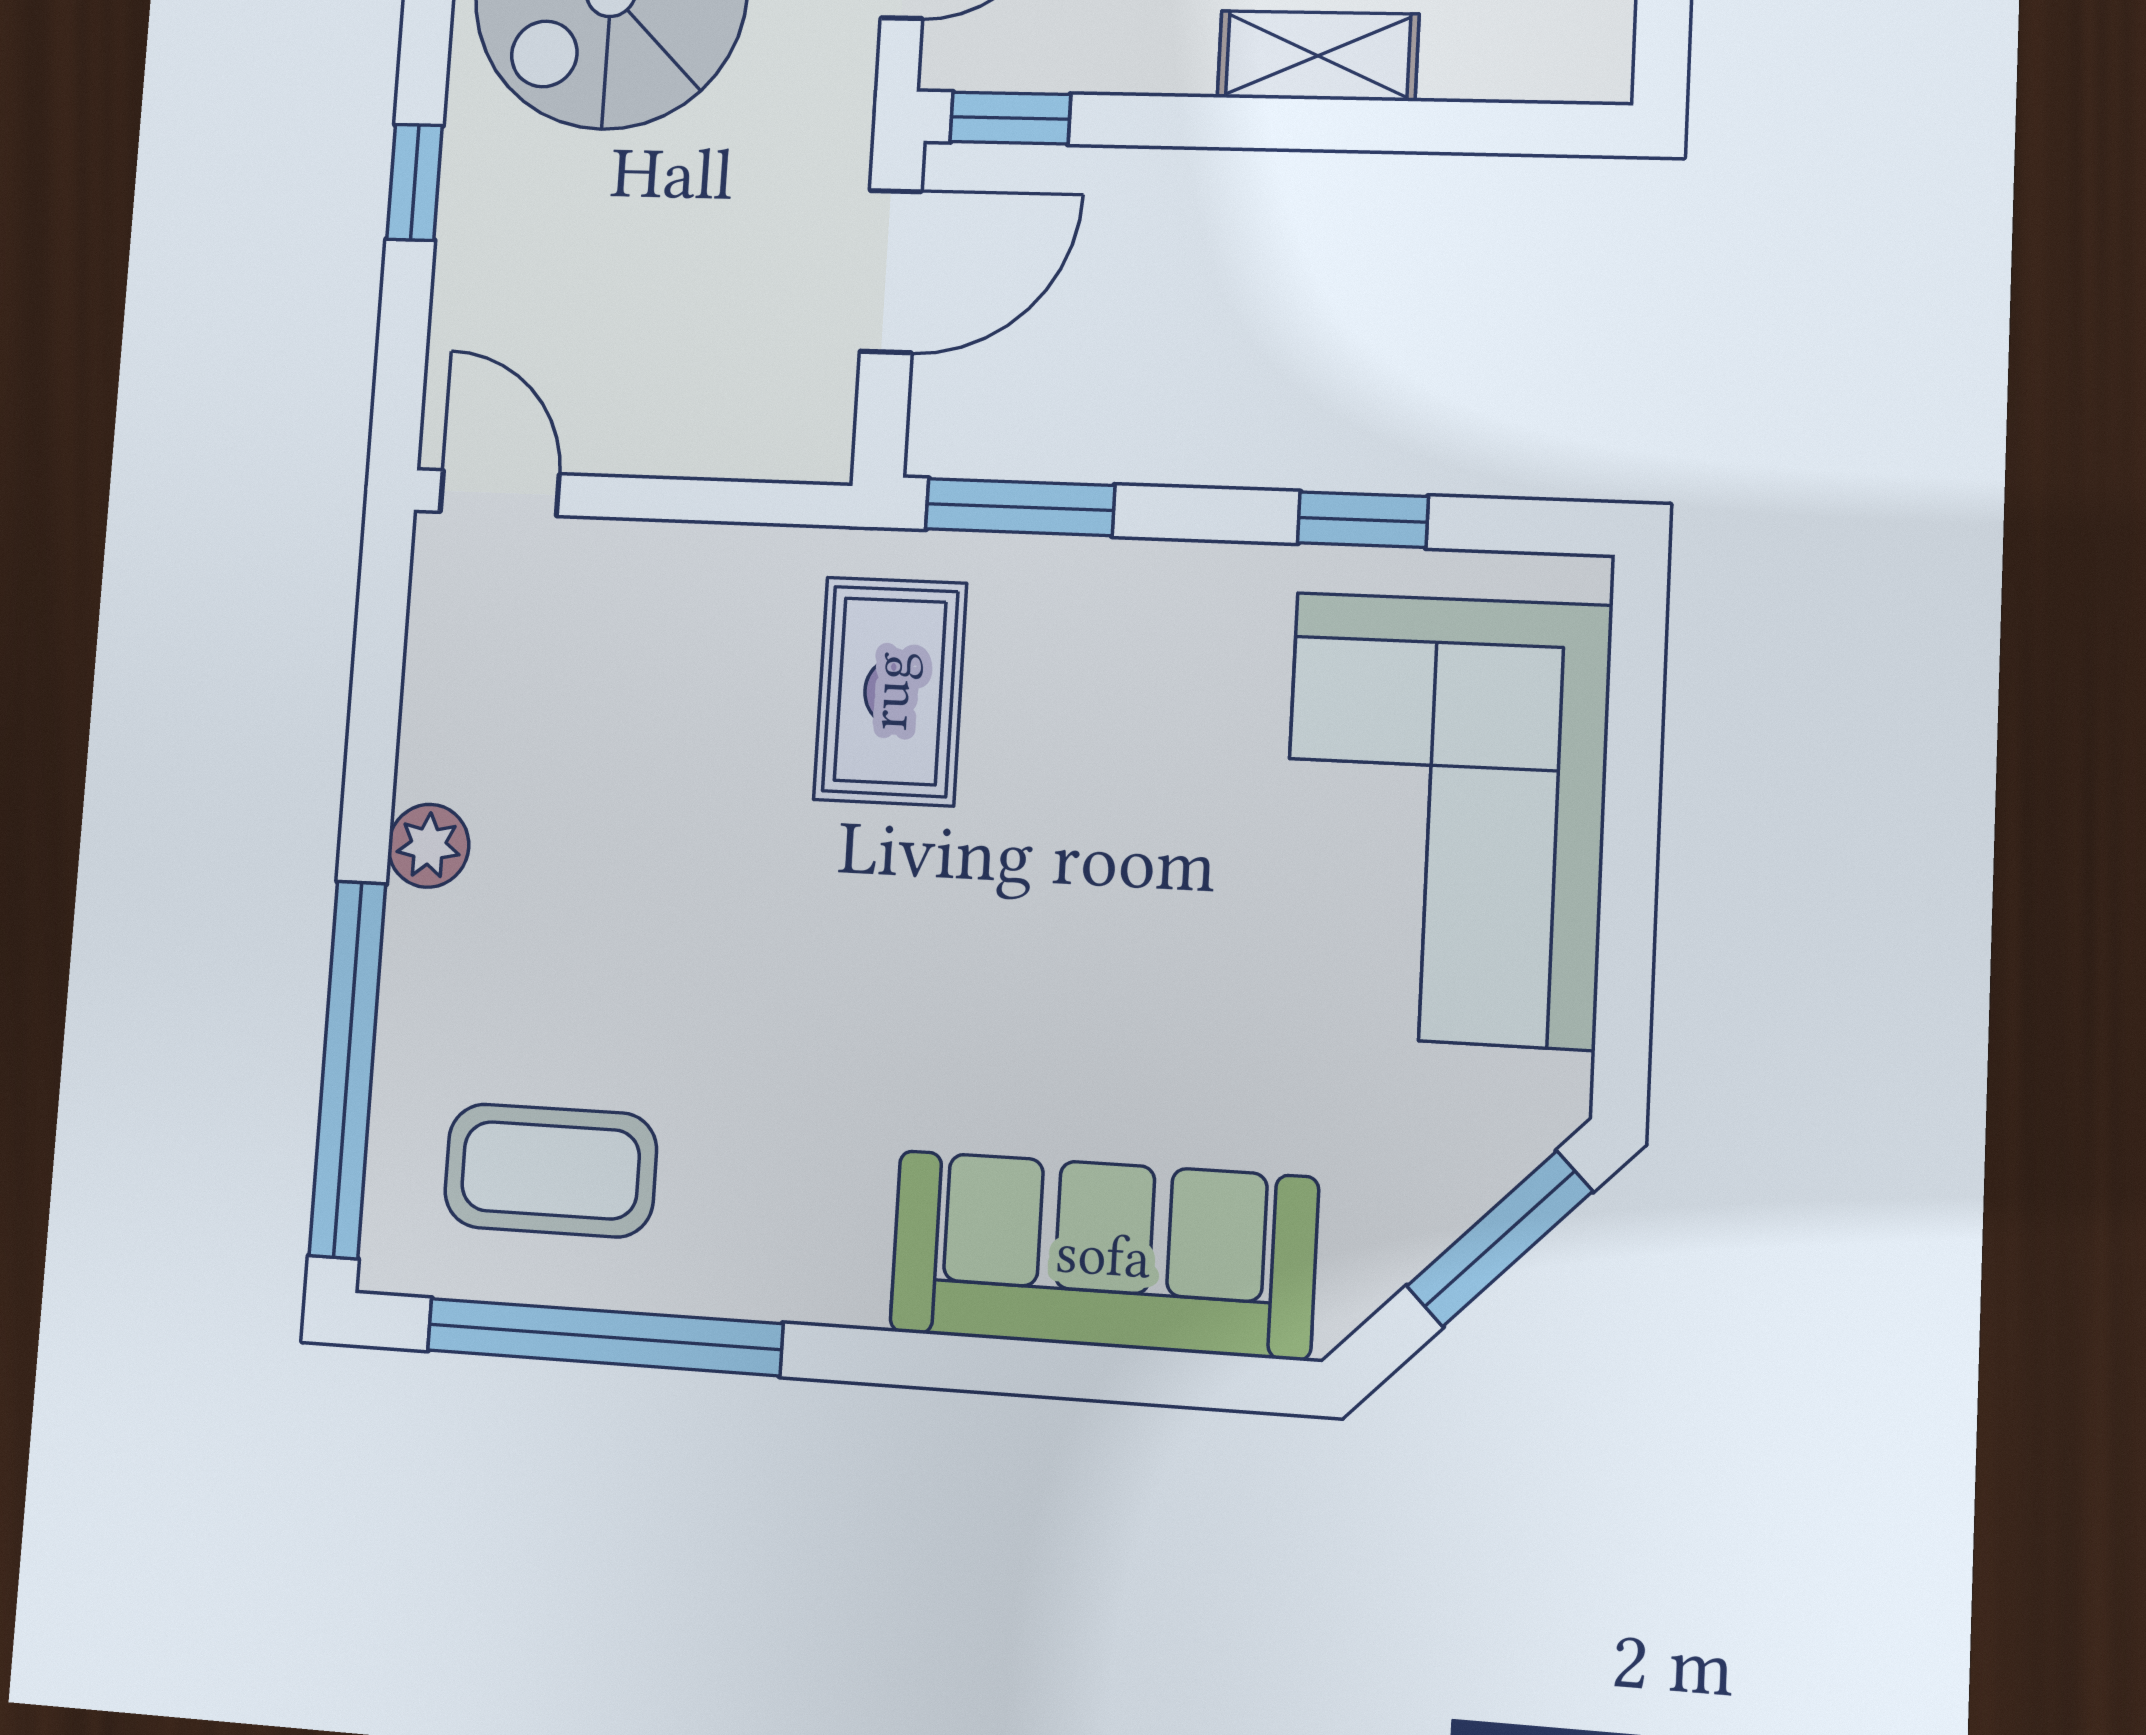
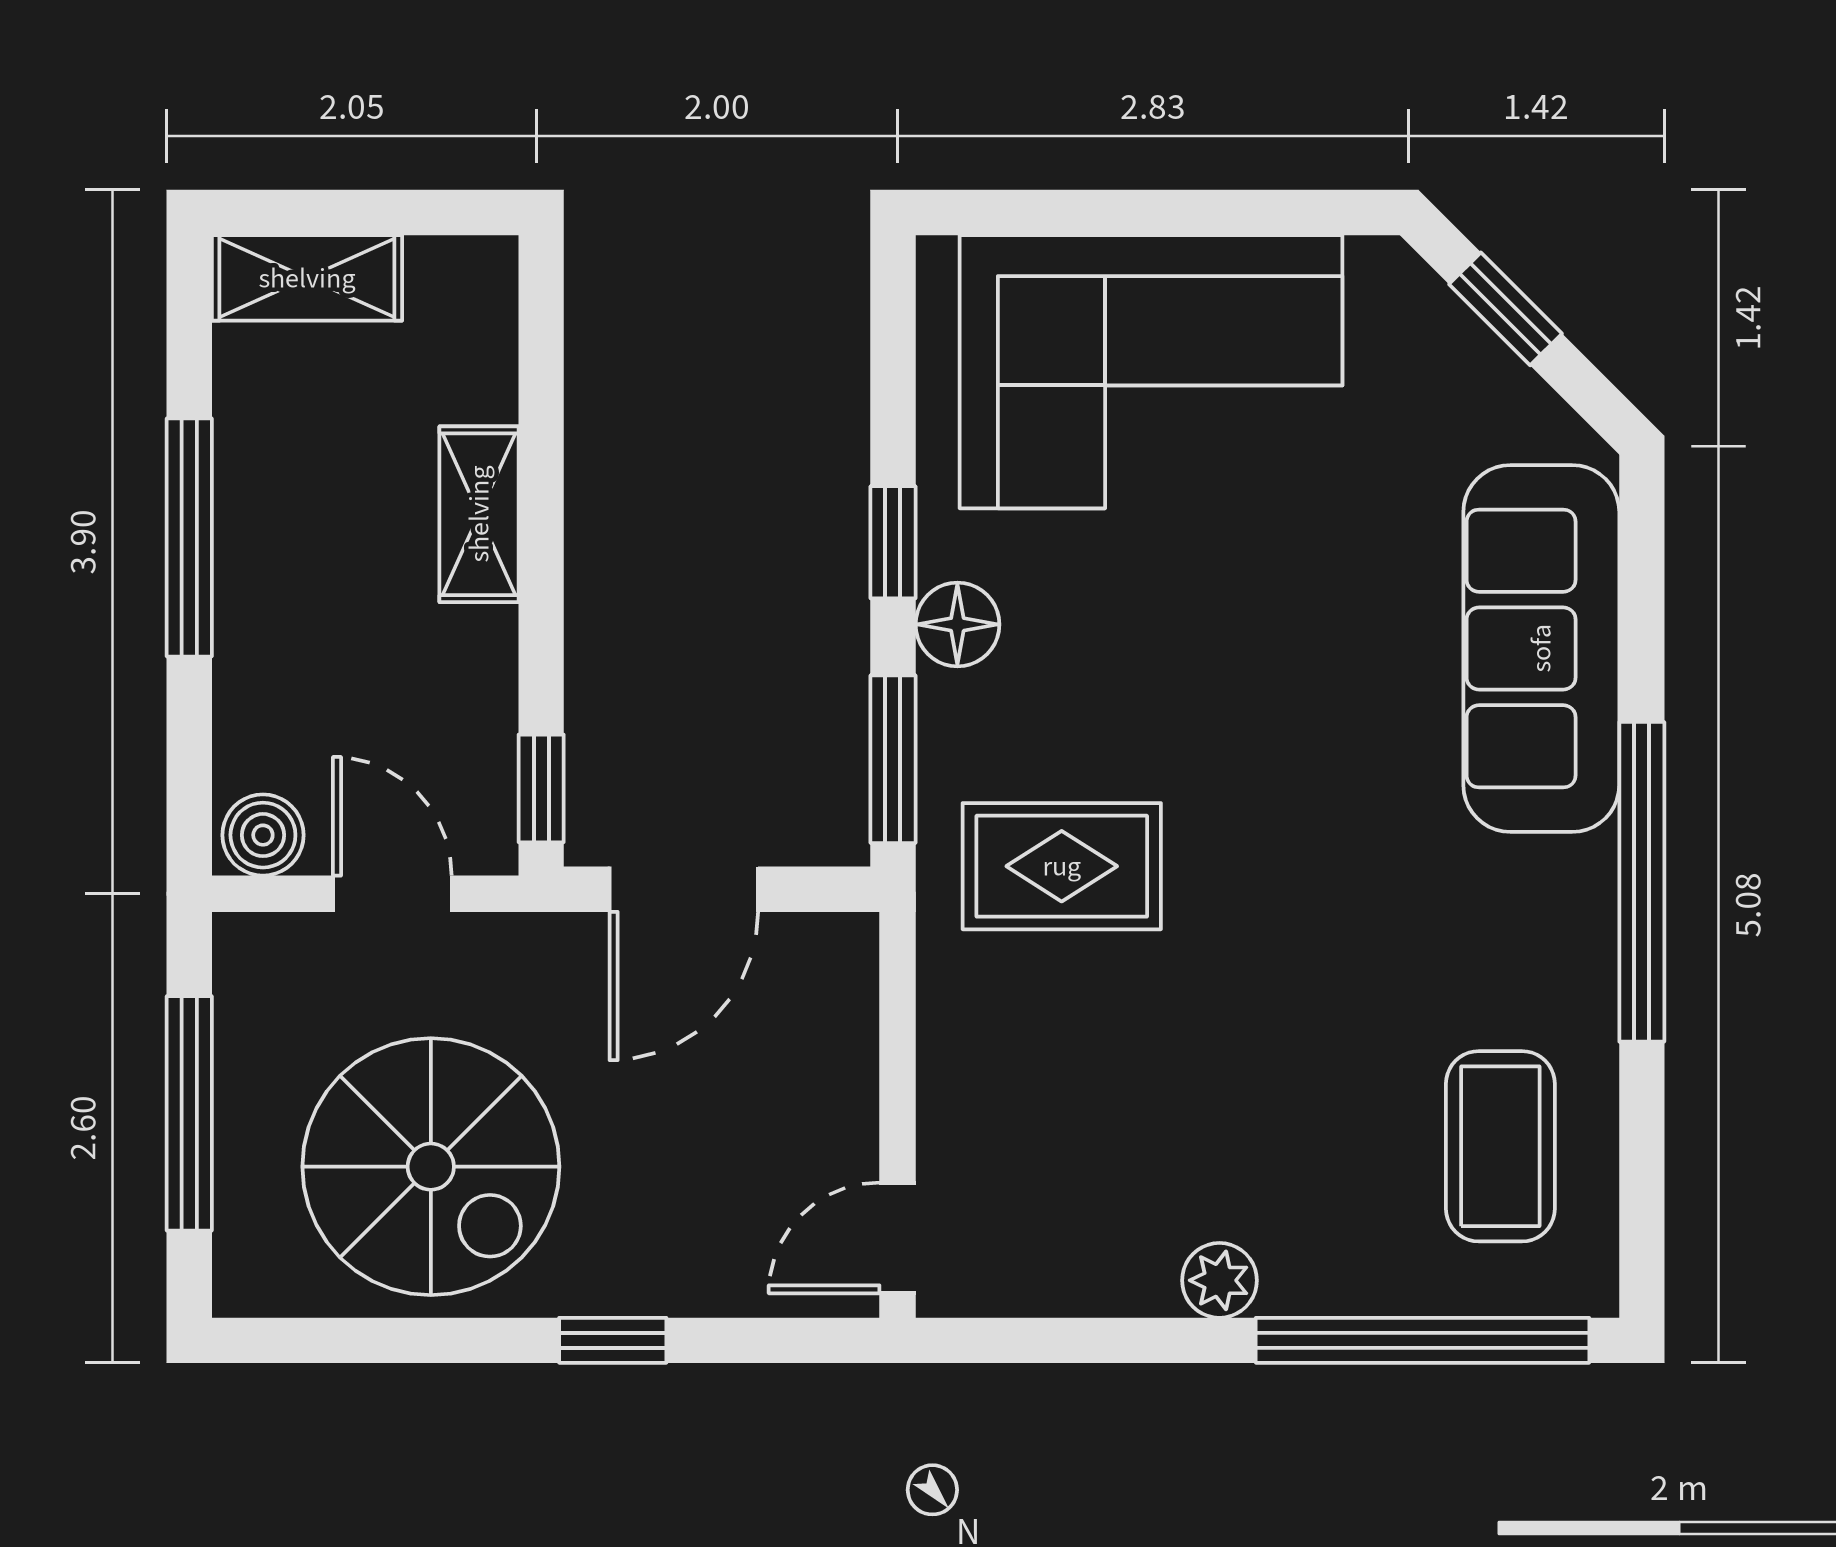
door: (891, 271) -> (684, 889), swing flipped
window: (1363, 520) -> (893, 542), moved
floor lamp: (1167, 585) -> (957, 624), added
window: (1500, 1239) -> (1505, 309), width x0.67
window: (604, 1337) -> (1642, 882), moved

